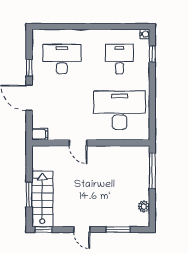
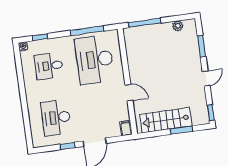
window: (152, 106) -> (87, 31), added
door: (78, 143) -> (129, 93), hinge flipped
stairs: (42, 199) -> (166, 120), moved

